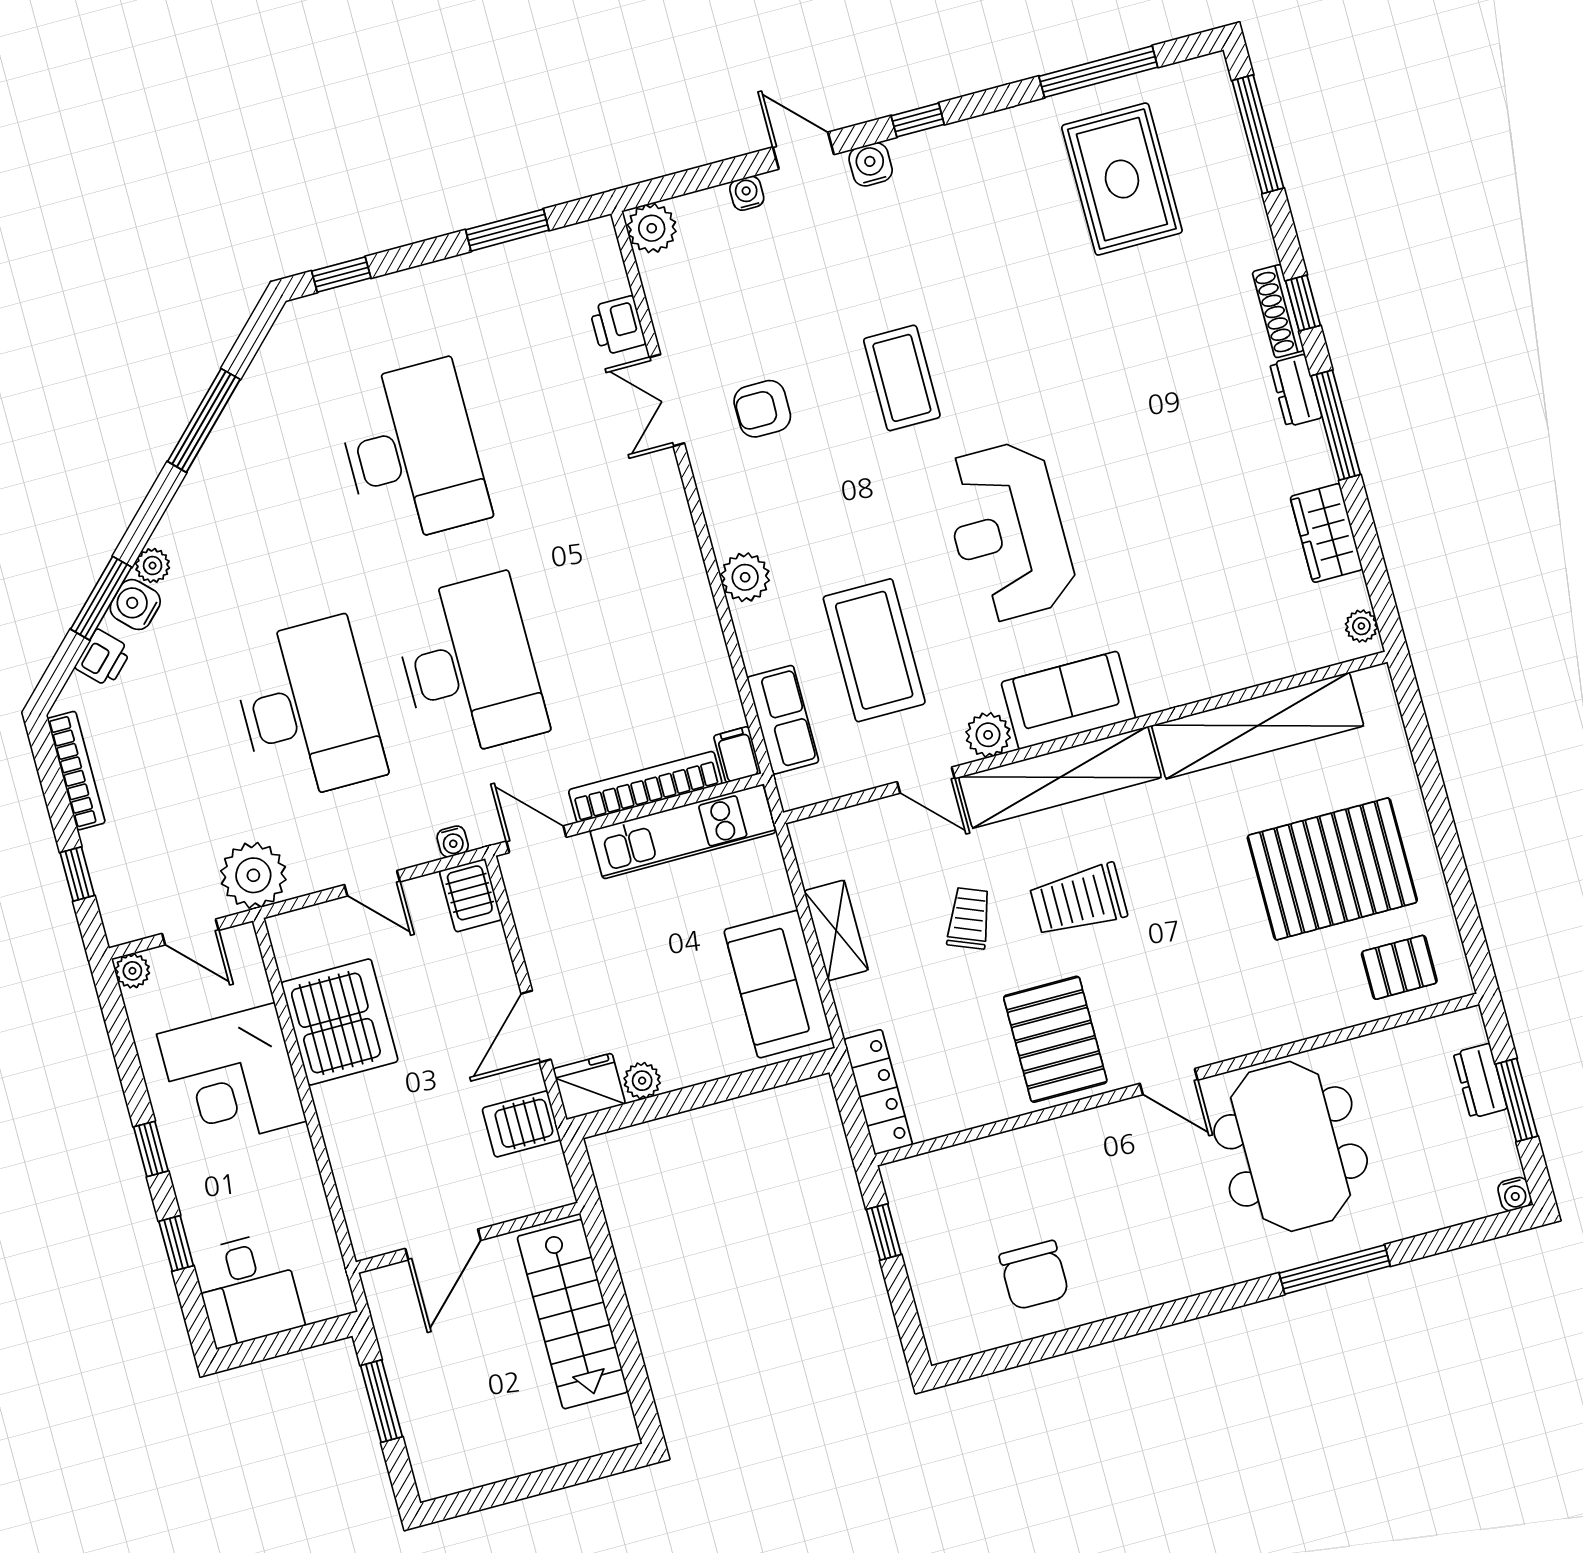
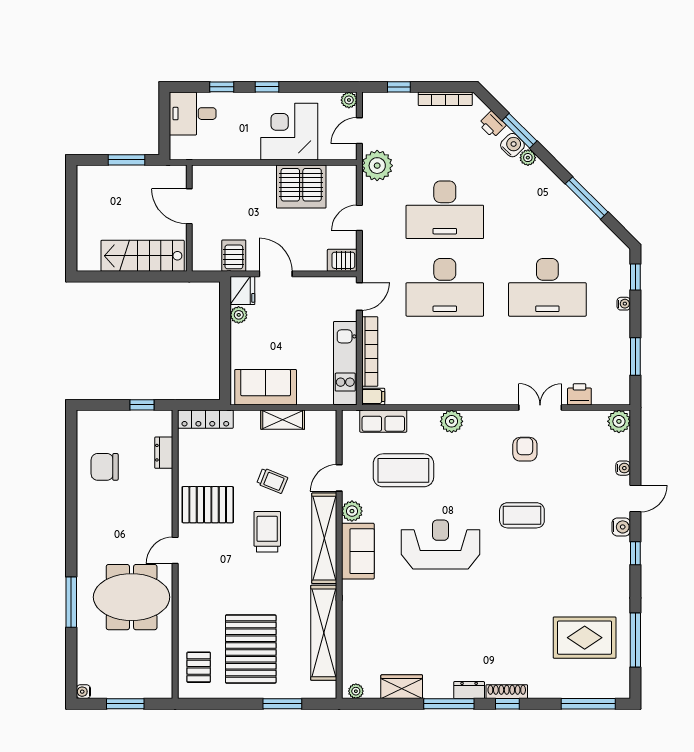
window: (1429, 772) -> (282, 704), added
water cooler: (453, 842) -> (624, 304), moved, turned 180
dresser: (1480, 1081) -> (164, 453), moved, turned -90

